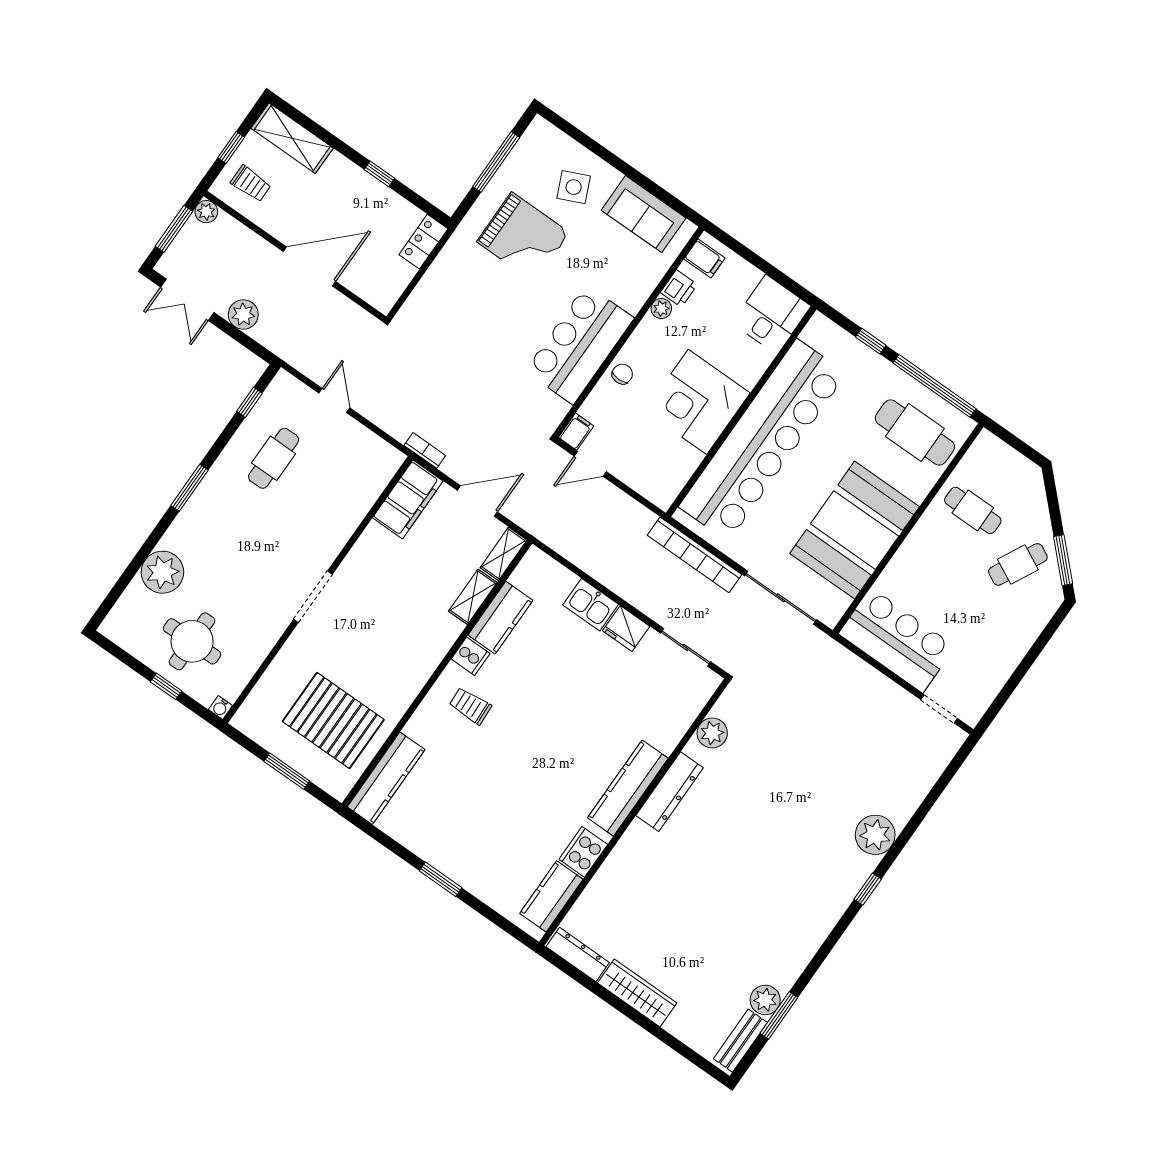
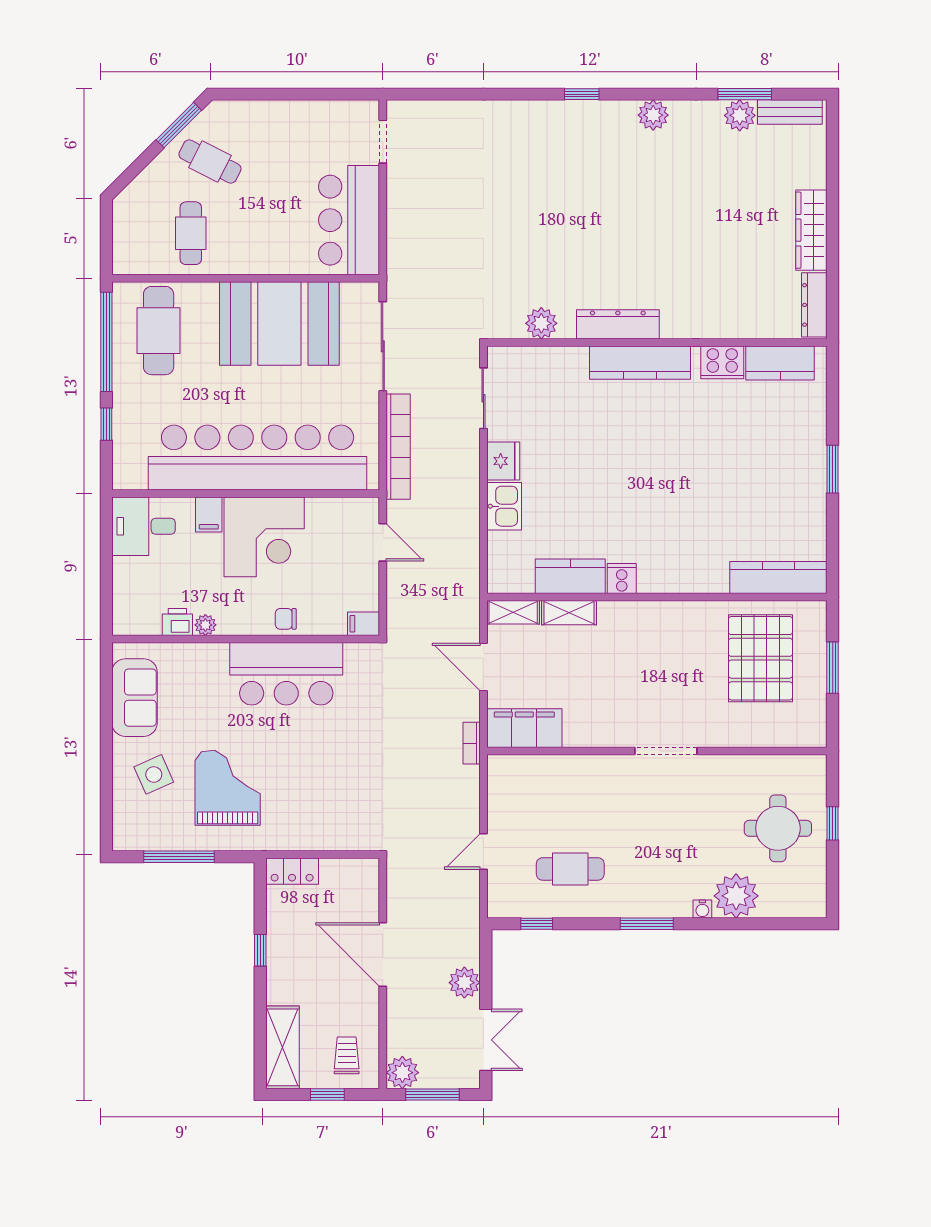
plant: (206, 212) -> (402, 1073), width x1.38, depth x1.38
filing cabinet: (704, 258) -> (209, 514), moved, turned 180
door: (590, 464) -> (383, 542), moved
trolley: (470, 706) -> (665, 549), removed
water cooler: (221, 708) -> (702, 909), moved, turned 90
plant: (875, 835) -> (653, 115), moved, width x0.73, depth x0.73

